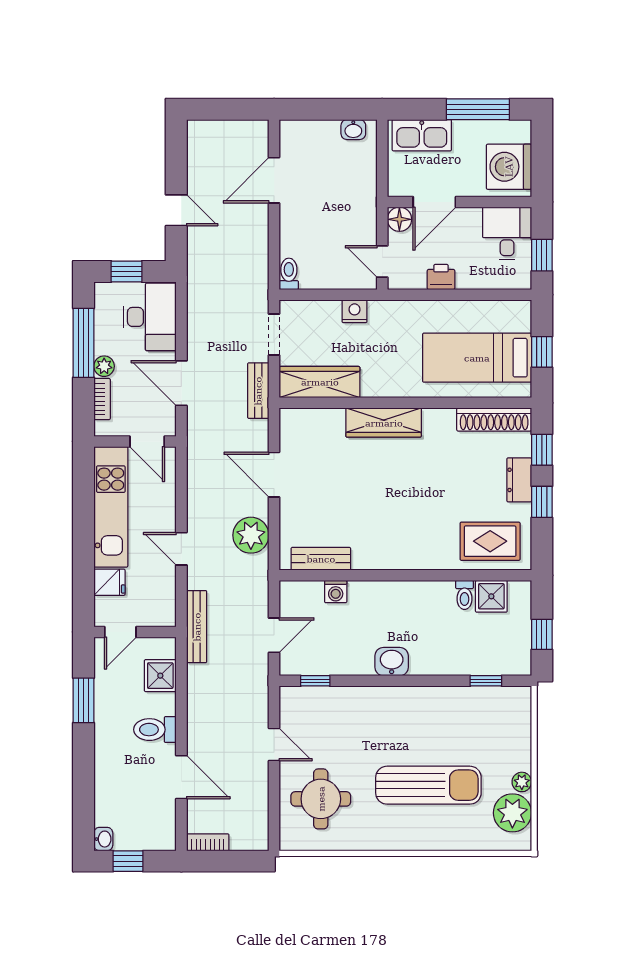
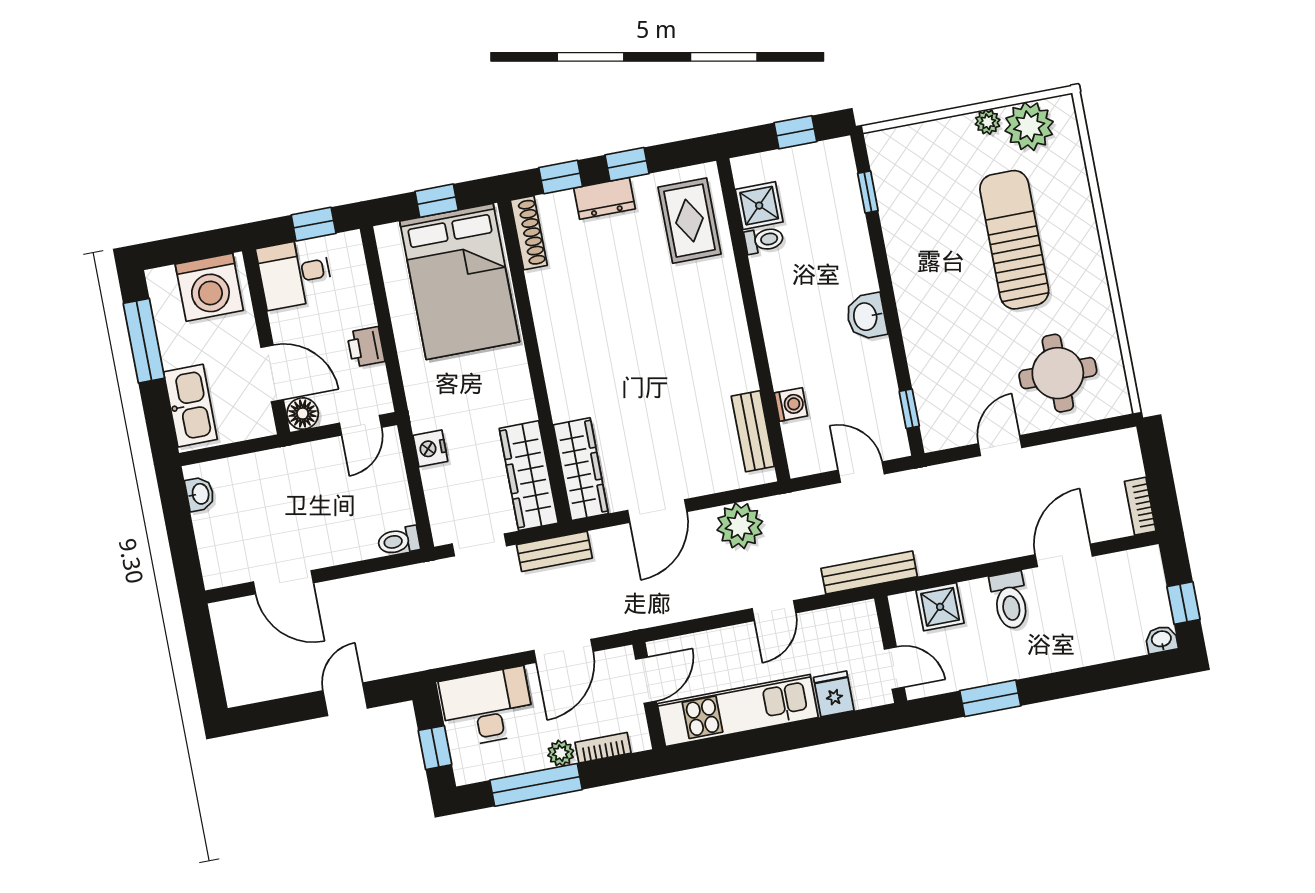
bed: (477, 358) -> (460, 282), width x1.50
shoe rack: (494, 419) -> (529, 233), width x0.74, depth x0.81
wardrobe: (384, 423) -> (581, 469), moved

